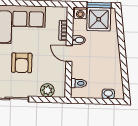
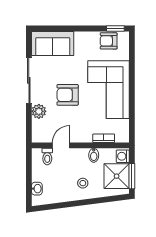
stool: (104, 51) -> (83, 183), added
door: (69, 54) -> (61, 145), moved
plant: (47, 90) -> (39, 111), moved

